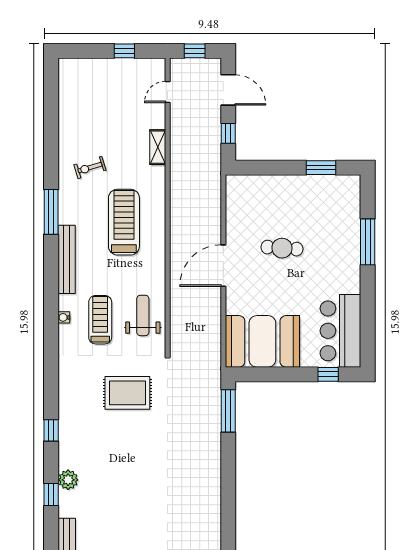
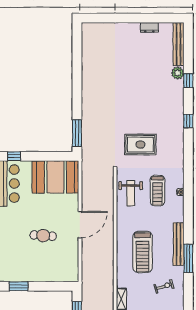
bench: (67, 259) -> (179, 244), moved
plant: (68, 480) -> (178, 73), moved

